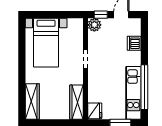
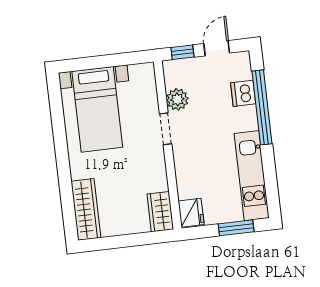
plant: (94, 25) -> (177, 99), moved
window: (144, 87) -> (262, 107), moved
wardrobe: (76, 102) -> (160, 212), width x0.67

